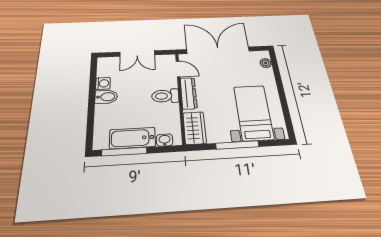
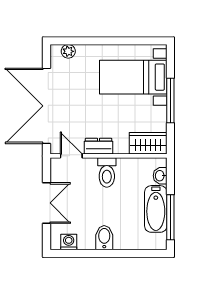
door: (178, 69) -> (71, 156), hinge flipped
washing machine: (103, 83) -> (69, 242), moved
dresser: (189, 93) -> (99, 146), width x0.70

